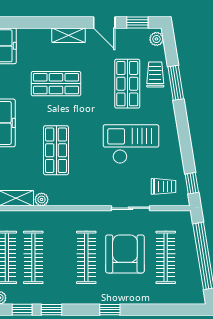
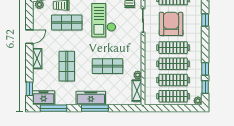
window: (137, 23) -> (29, 89), moved
armchair: (125, 254) -> (171, 24), turned 90
clothes rail: (60, 257) -> (173, 64), added
window: (110, 310) -> (205, 20), moved

